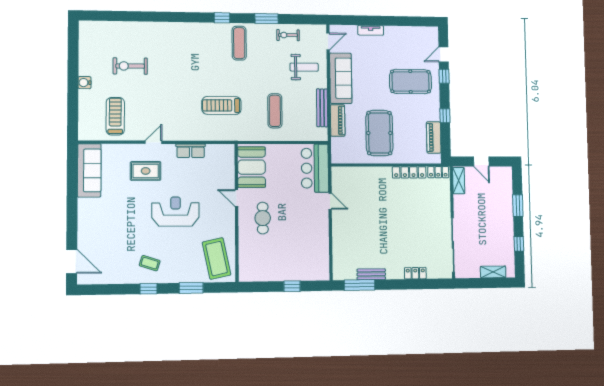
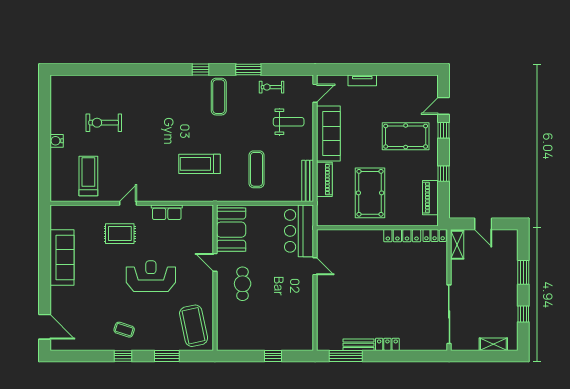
bench: (322, 108) -> (308, 181), moved
sofa: (89, 170) -> (62, 257), moved
locker: (415, 273) -> (387, 344), moved

